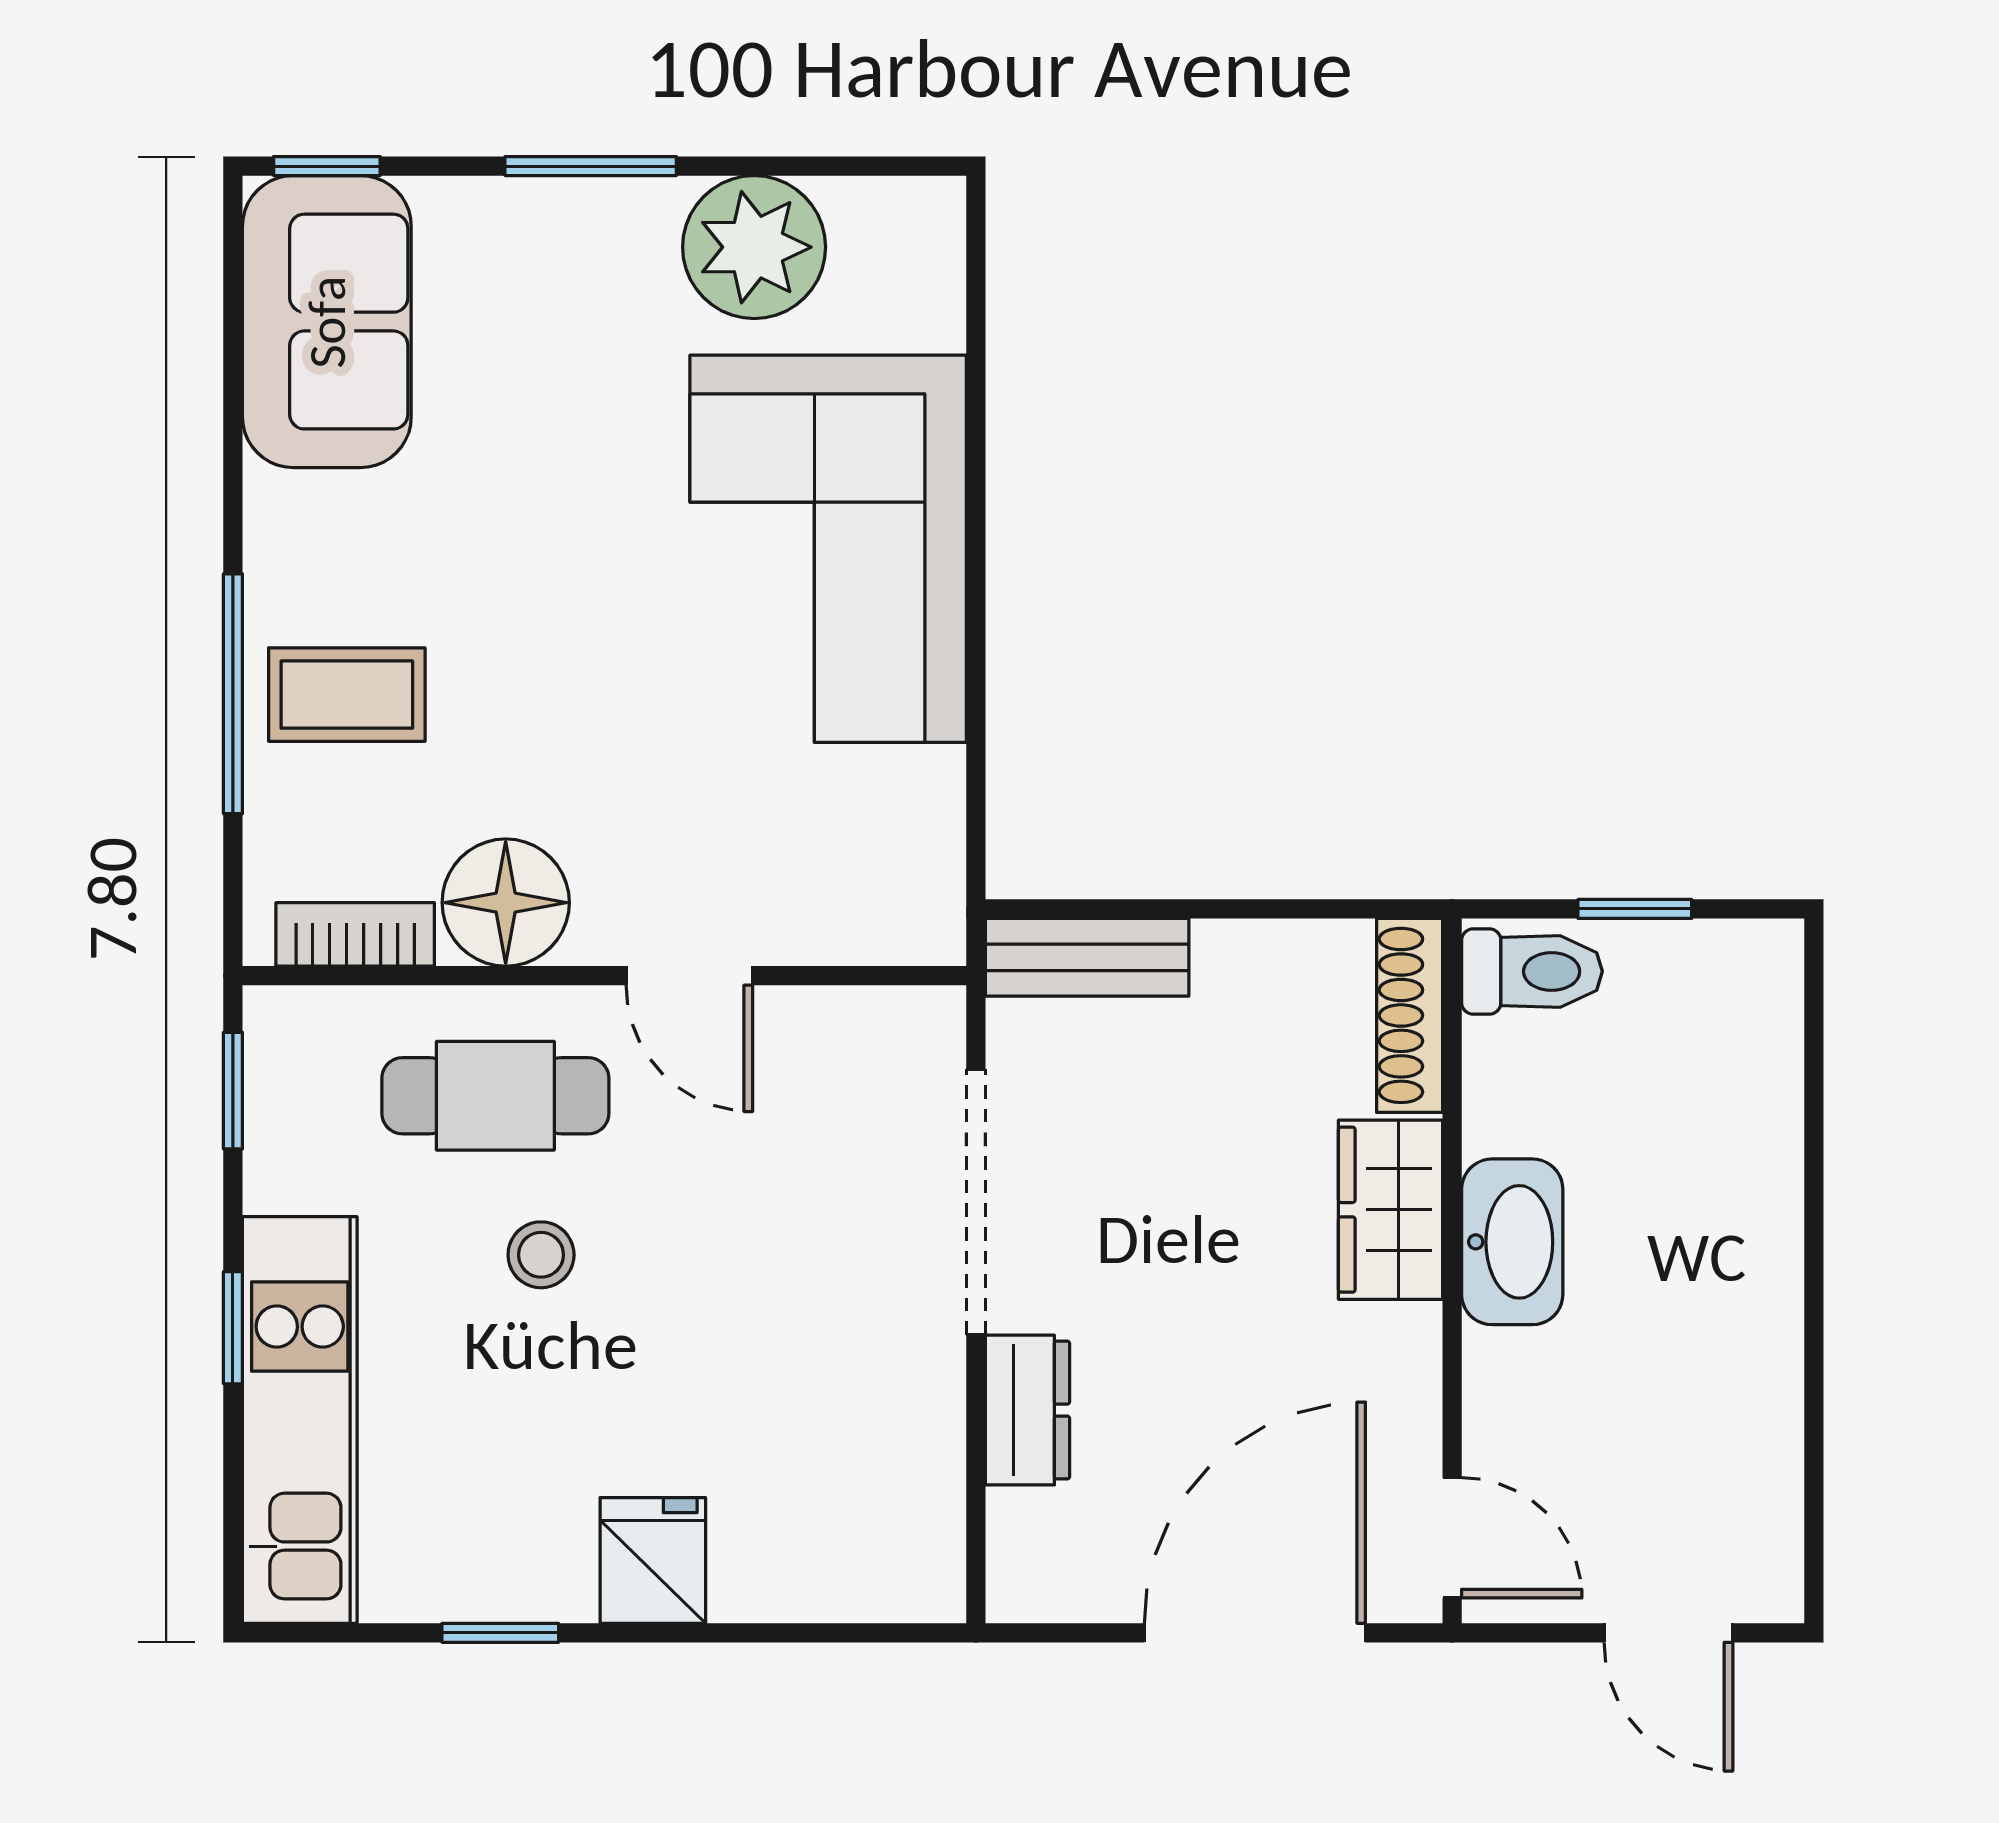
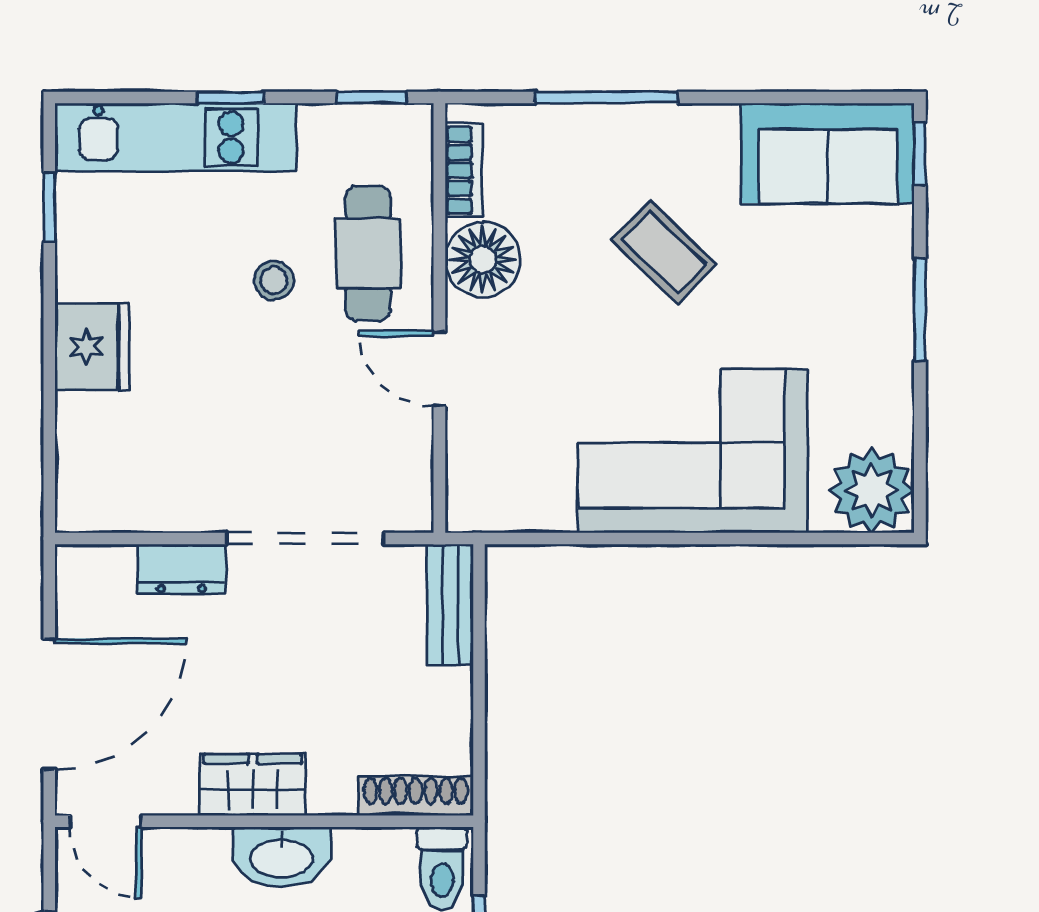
plant: (754, 247) -> (872, 490), moved
coffee table: (347, 695) -> (664, 252), moved, turned -46
door: (689, 976) -> (439, 368), hinge flipped
wardrobe: (1390, 1210) -> (253, 785), moved
door: (1452, 1538) -> (106, 821), hinge flipped
fridge: (653, 1560) -> (92, 347), width x1.38
window: (500, 1633) -> (49, 207), moved
door: (1255, 1633) -> (49, 704), hinge flipped

